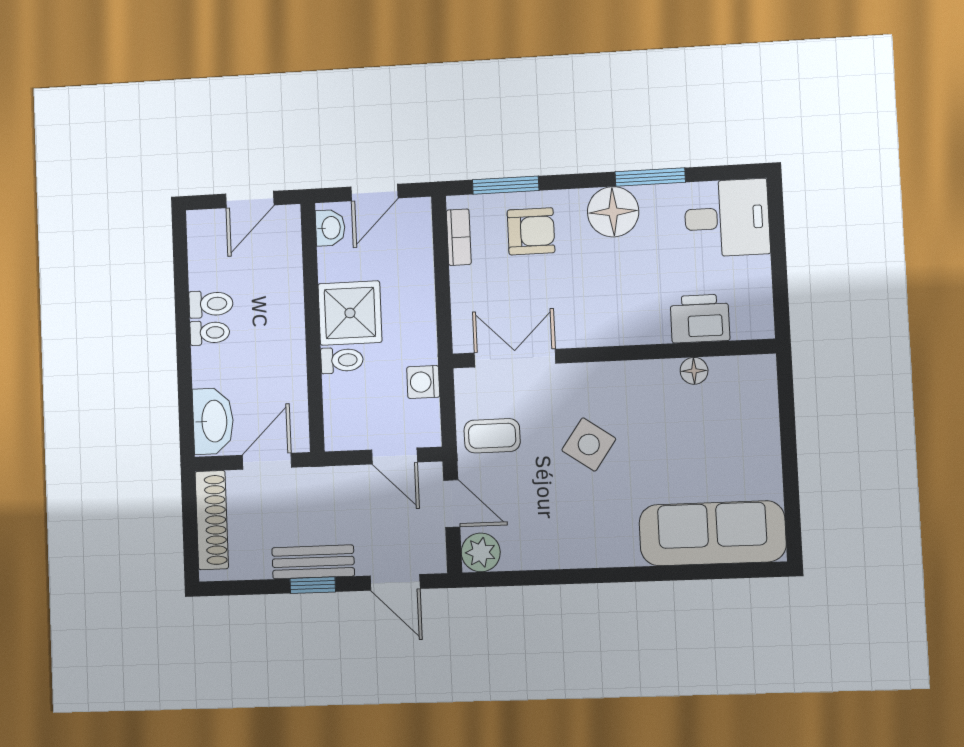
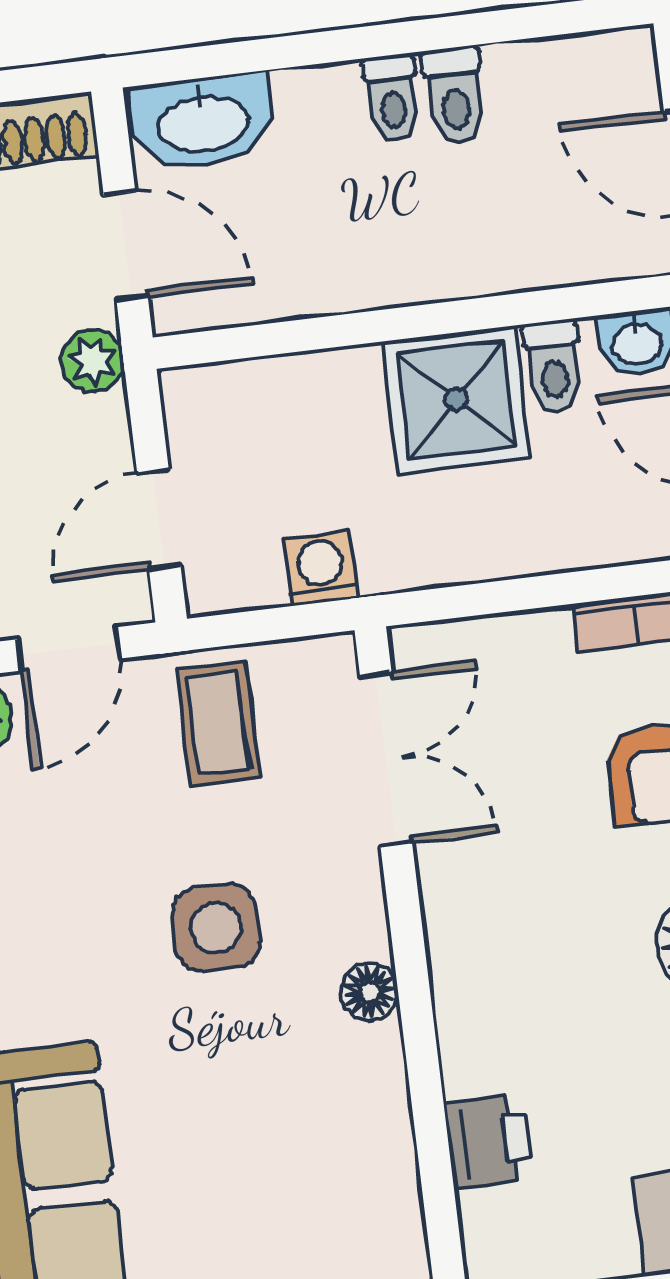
printer: (700, 318) -> (488, 1141), width x0.73, depth x0.81
toilet: (342, 360) -> (554, 366), moved
floor lamp: (694, 371) -> (370, 992), moved
side table: (589, 444) -> (216, 928), turned -35
plant: (318, 481) -> (92, 361), added

